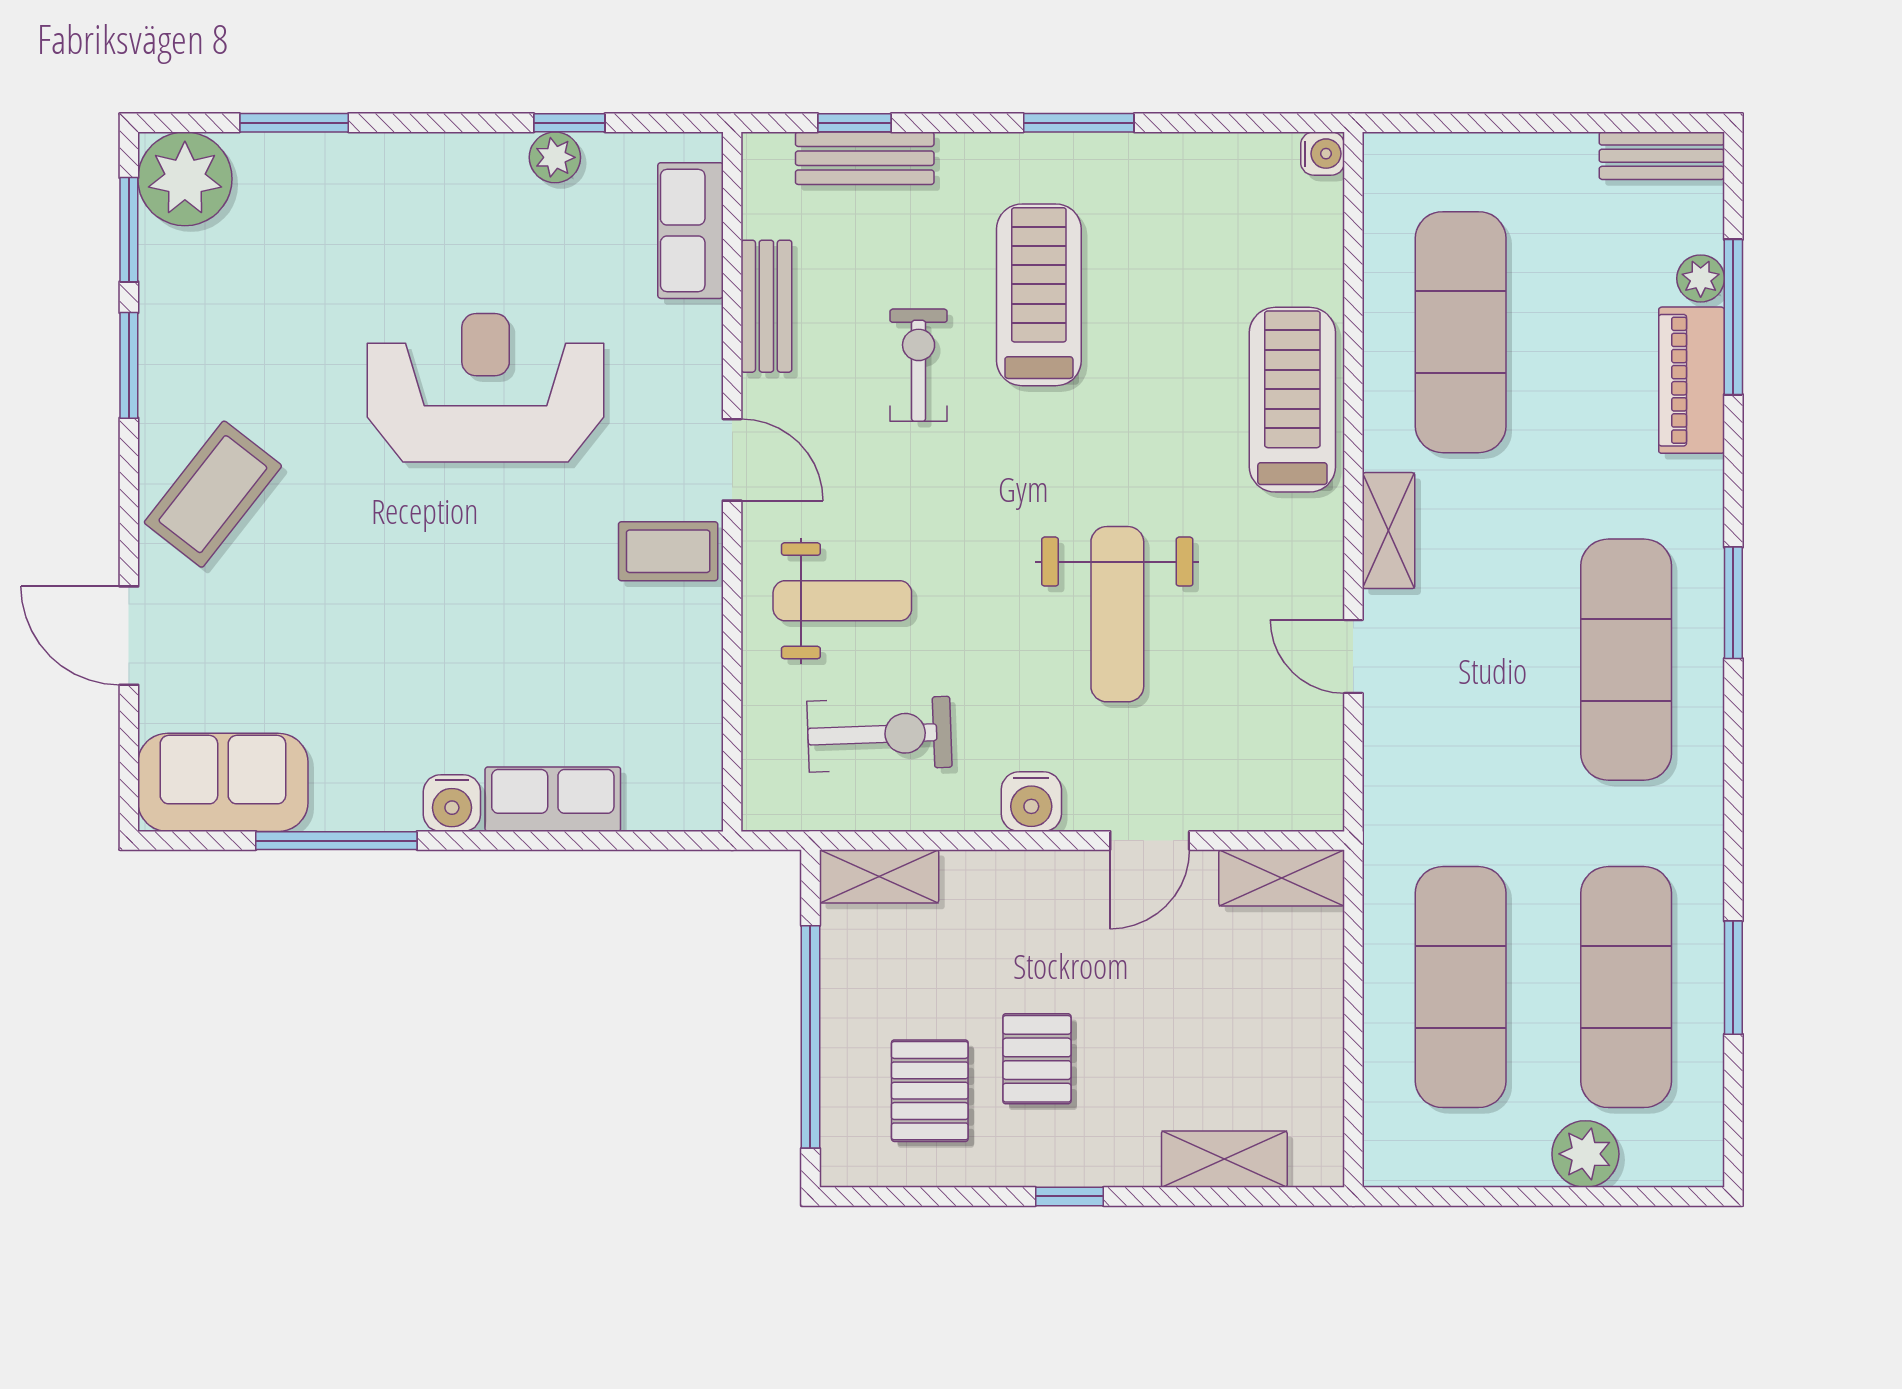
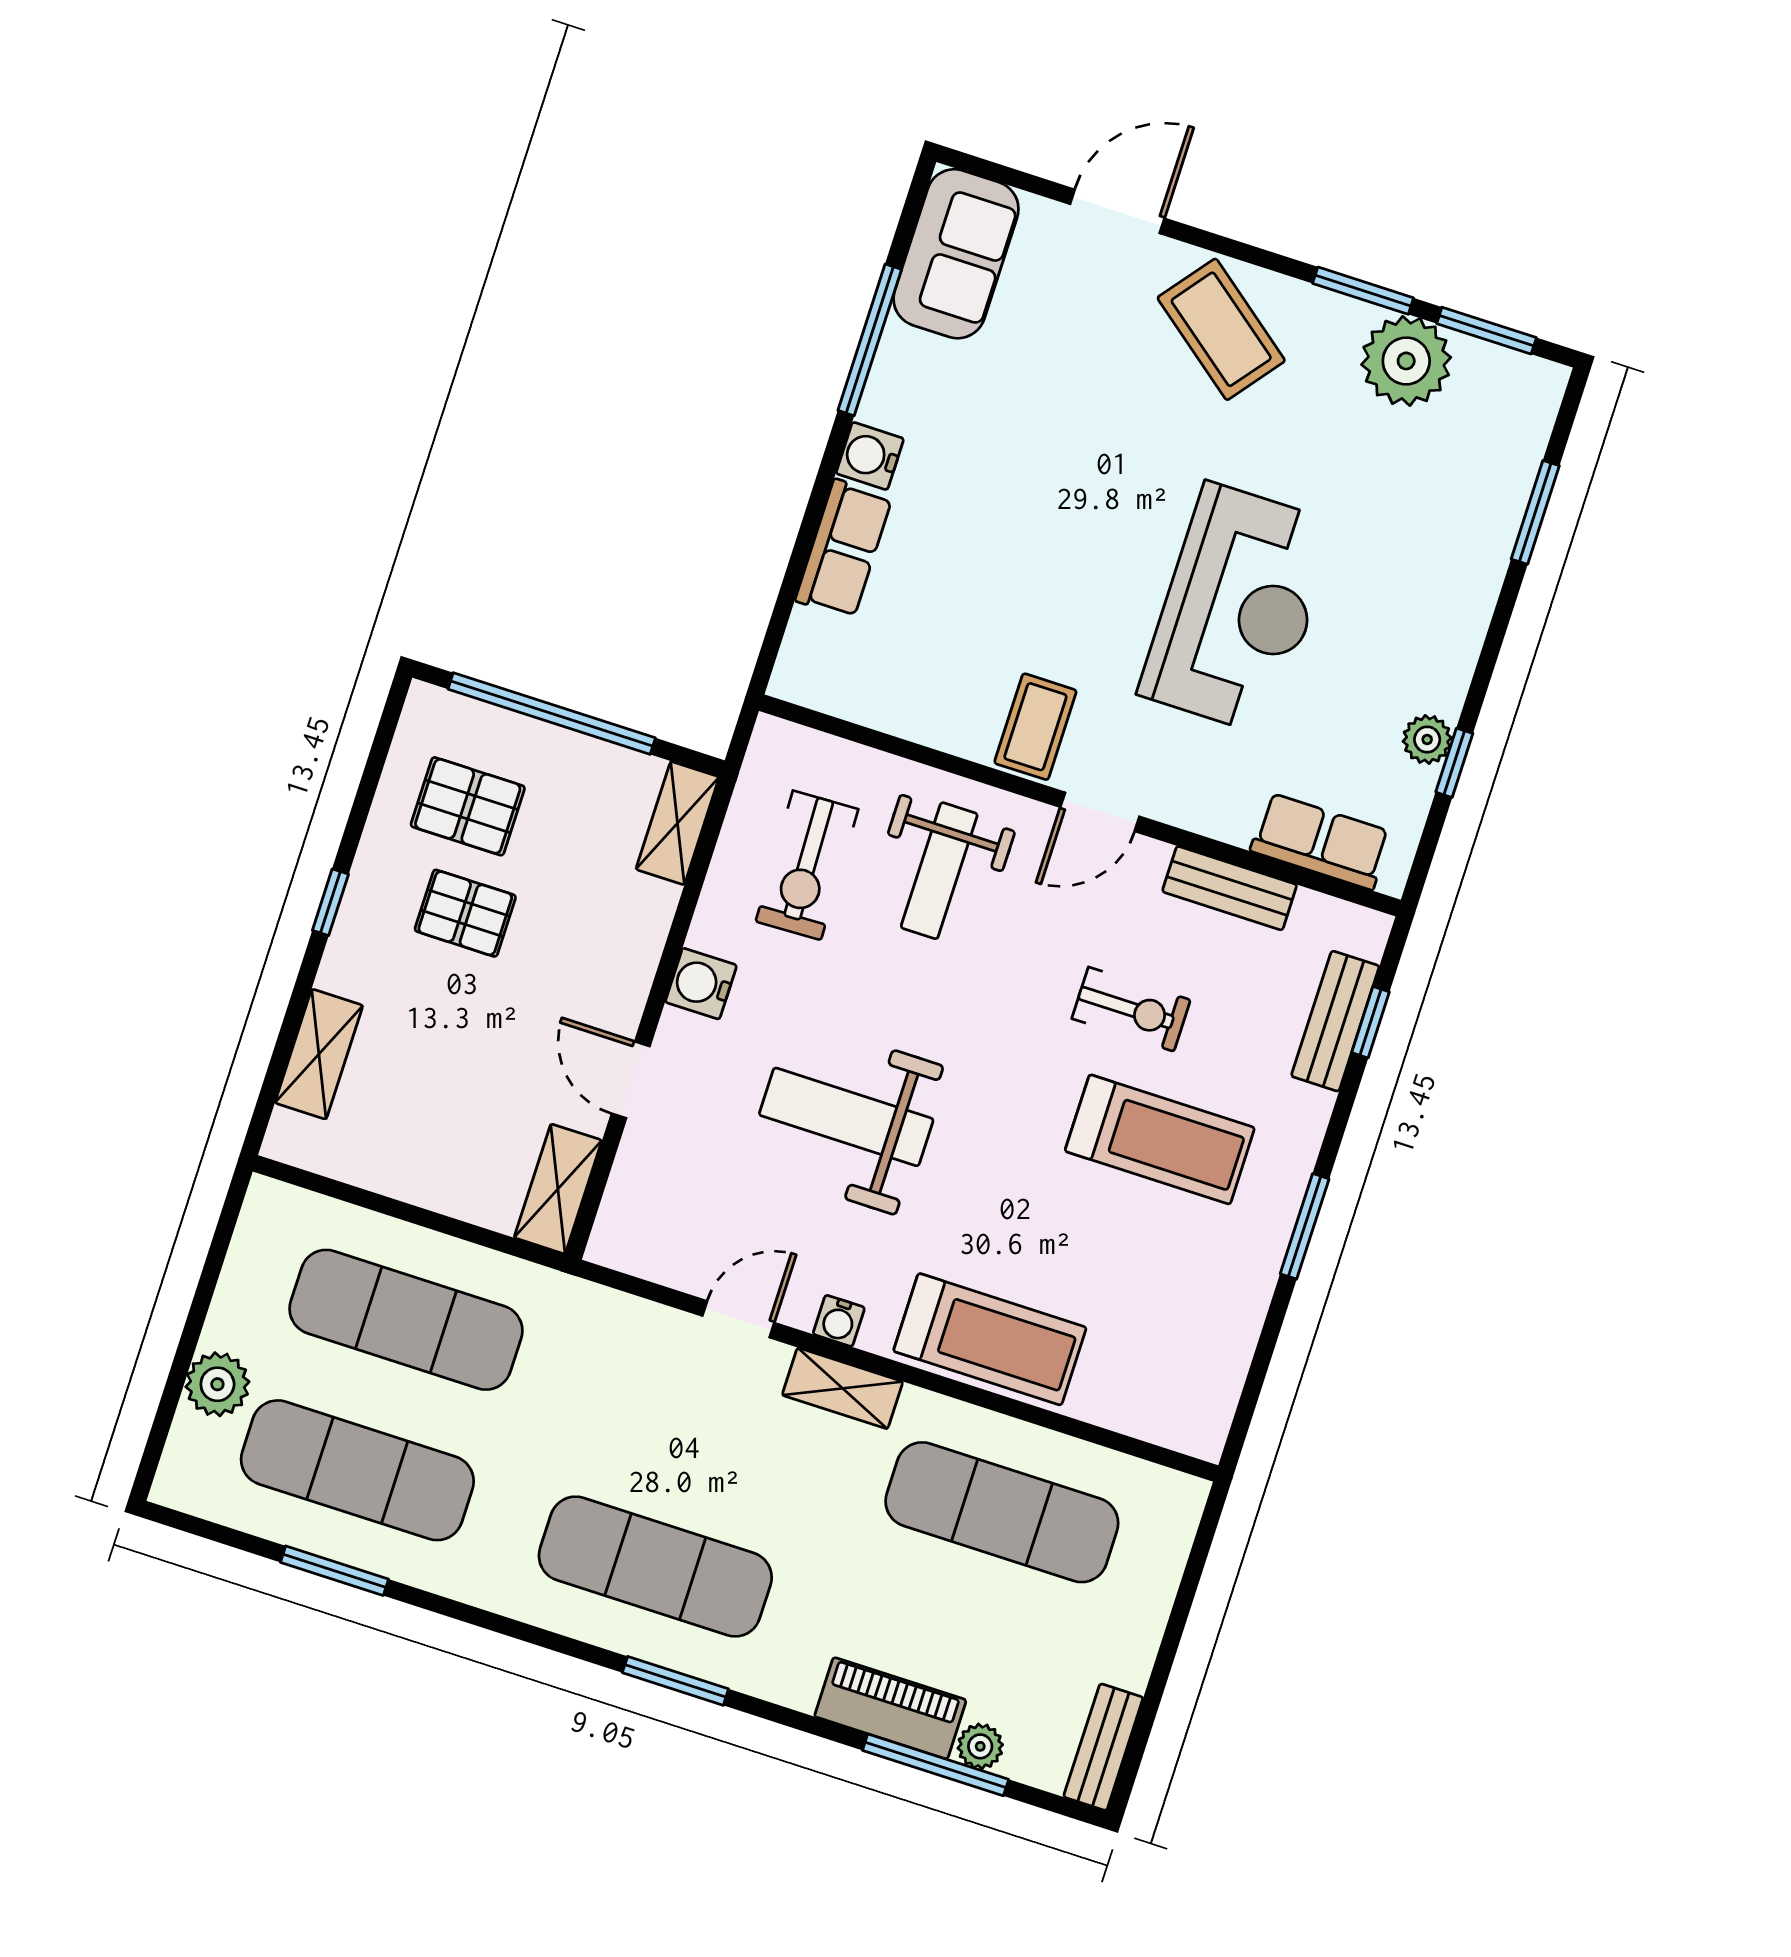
water cooler: (1323, 154) -> (839, 1321), moved
plant: (185, 179) -> (1406, 361), moved

